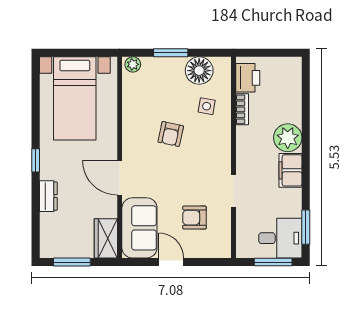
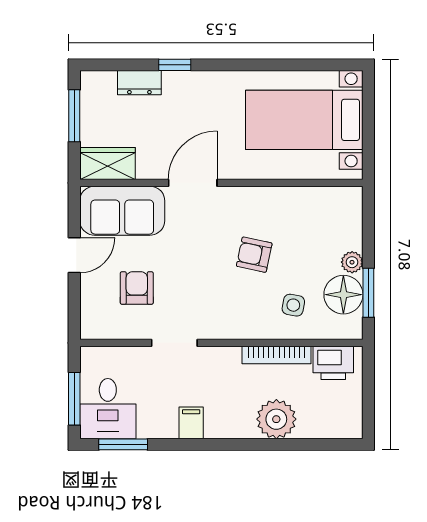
window: (171, 53) -> (368, 293), moved
plant: (133, 64) -> (352, 262), moved
bookcase: (242, 109) -> (277, 355), width x1.56
plant: (288, 138) -> (276, 419), moved
window: (36, 160) -> (175, 65), moved
filing cabinet: (290, 170) -> (191, 423), width x0.50
dresser: (48, 196) -> (139, 83), moved

